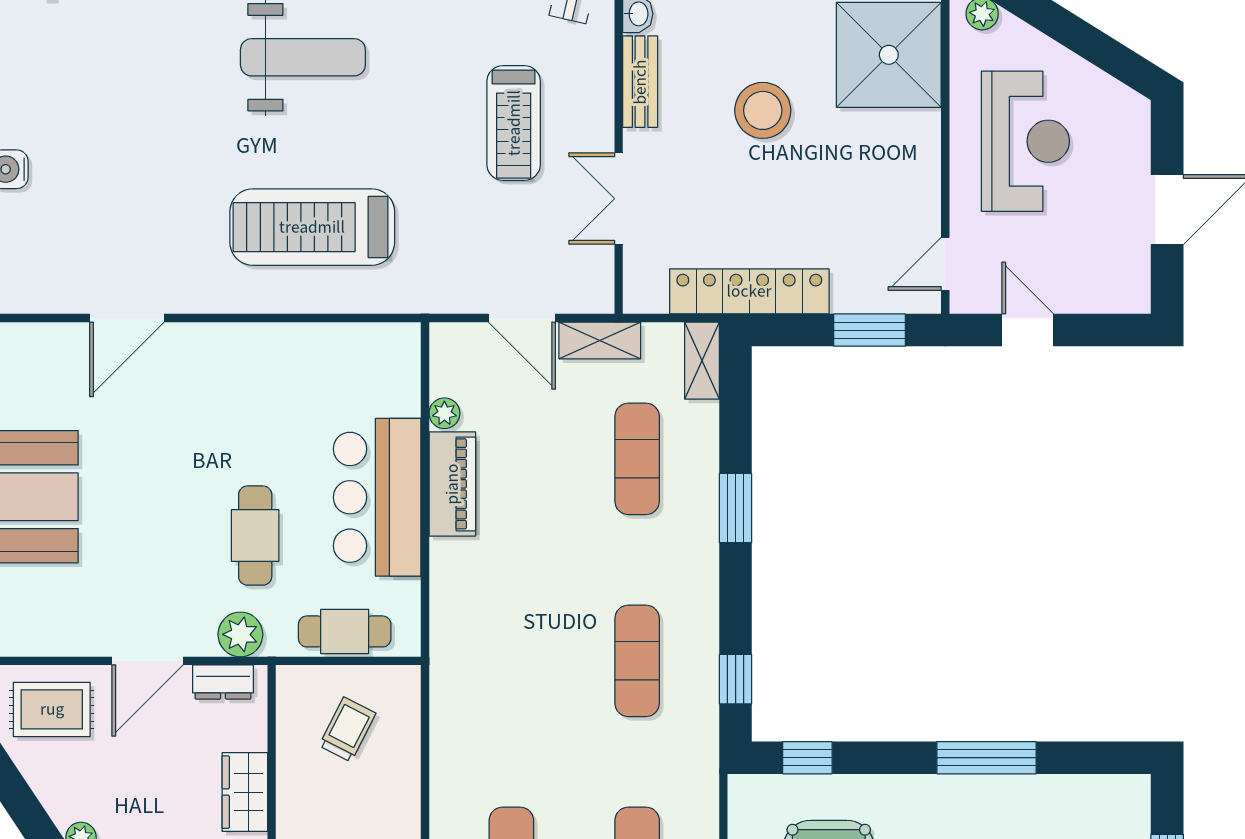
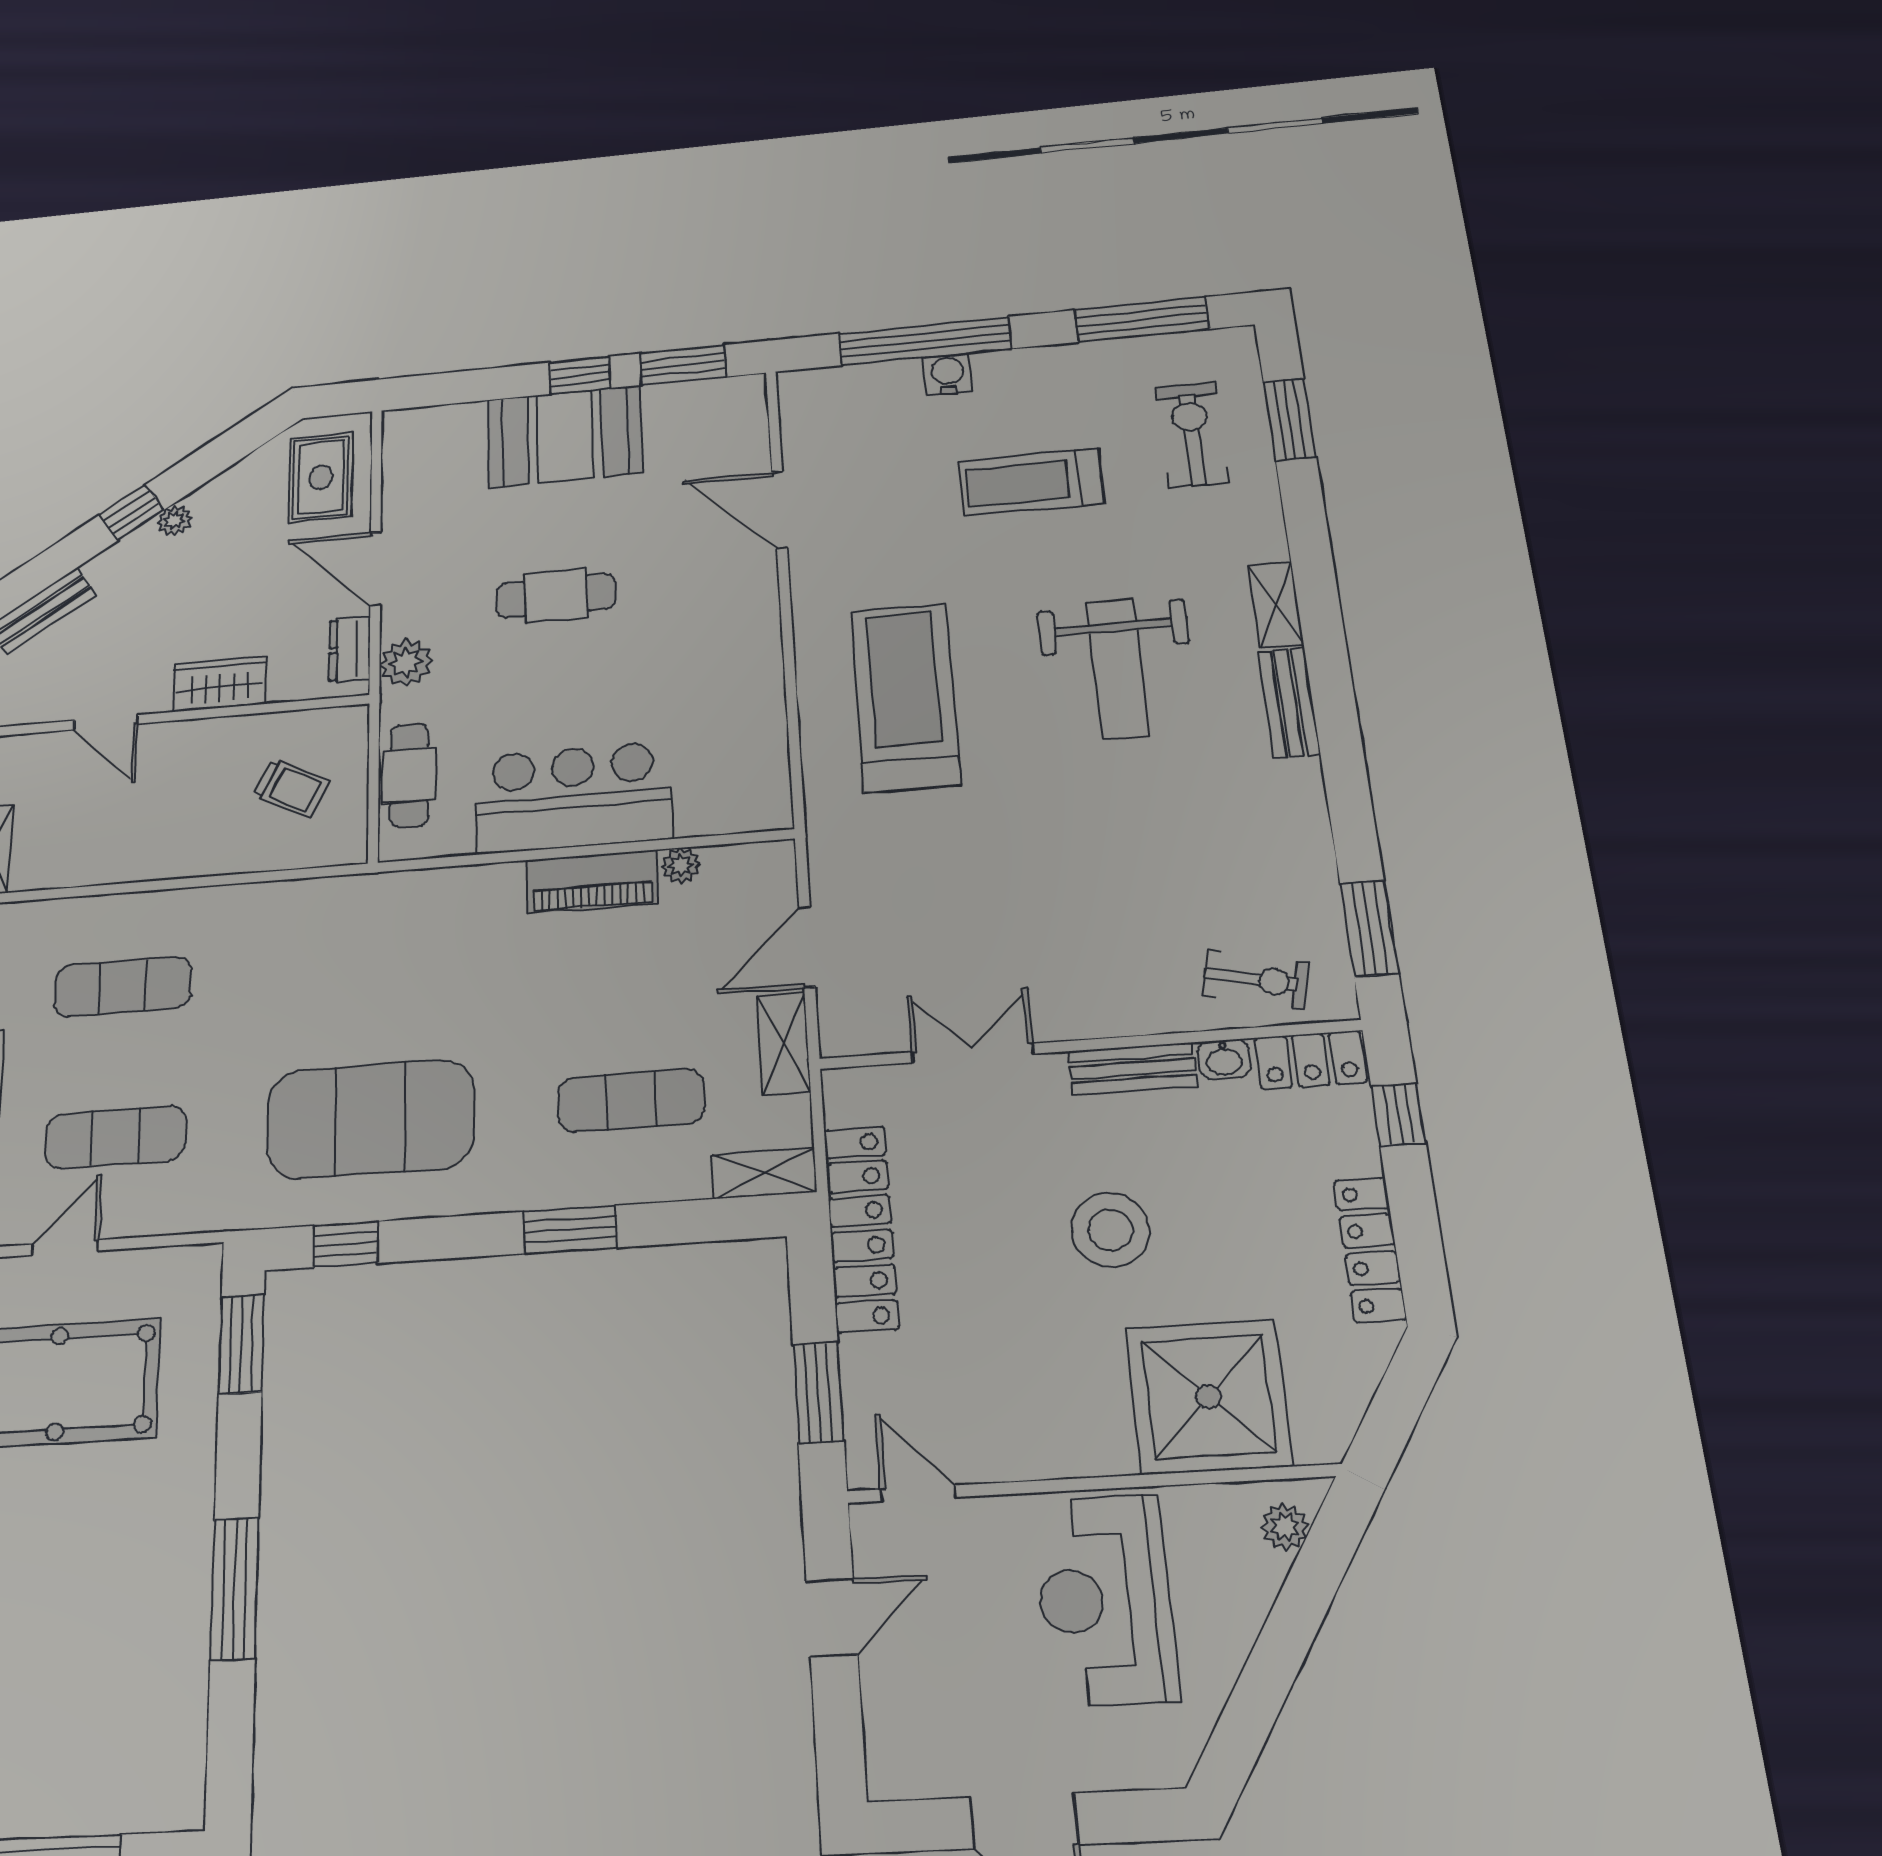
treadmill: (514, 123) -> (1031, 482), moved
reception desk: (1025, 141) -> (1105, 1600), turned 90
cafe table: (255, 536) -> (556, 596), moved
exercise mat: (637, 661) -> (371, 1119), width x2.00, depth x1.45
window: (807, 758) -> (242, 1344), width x1.50

